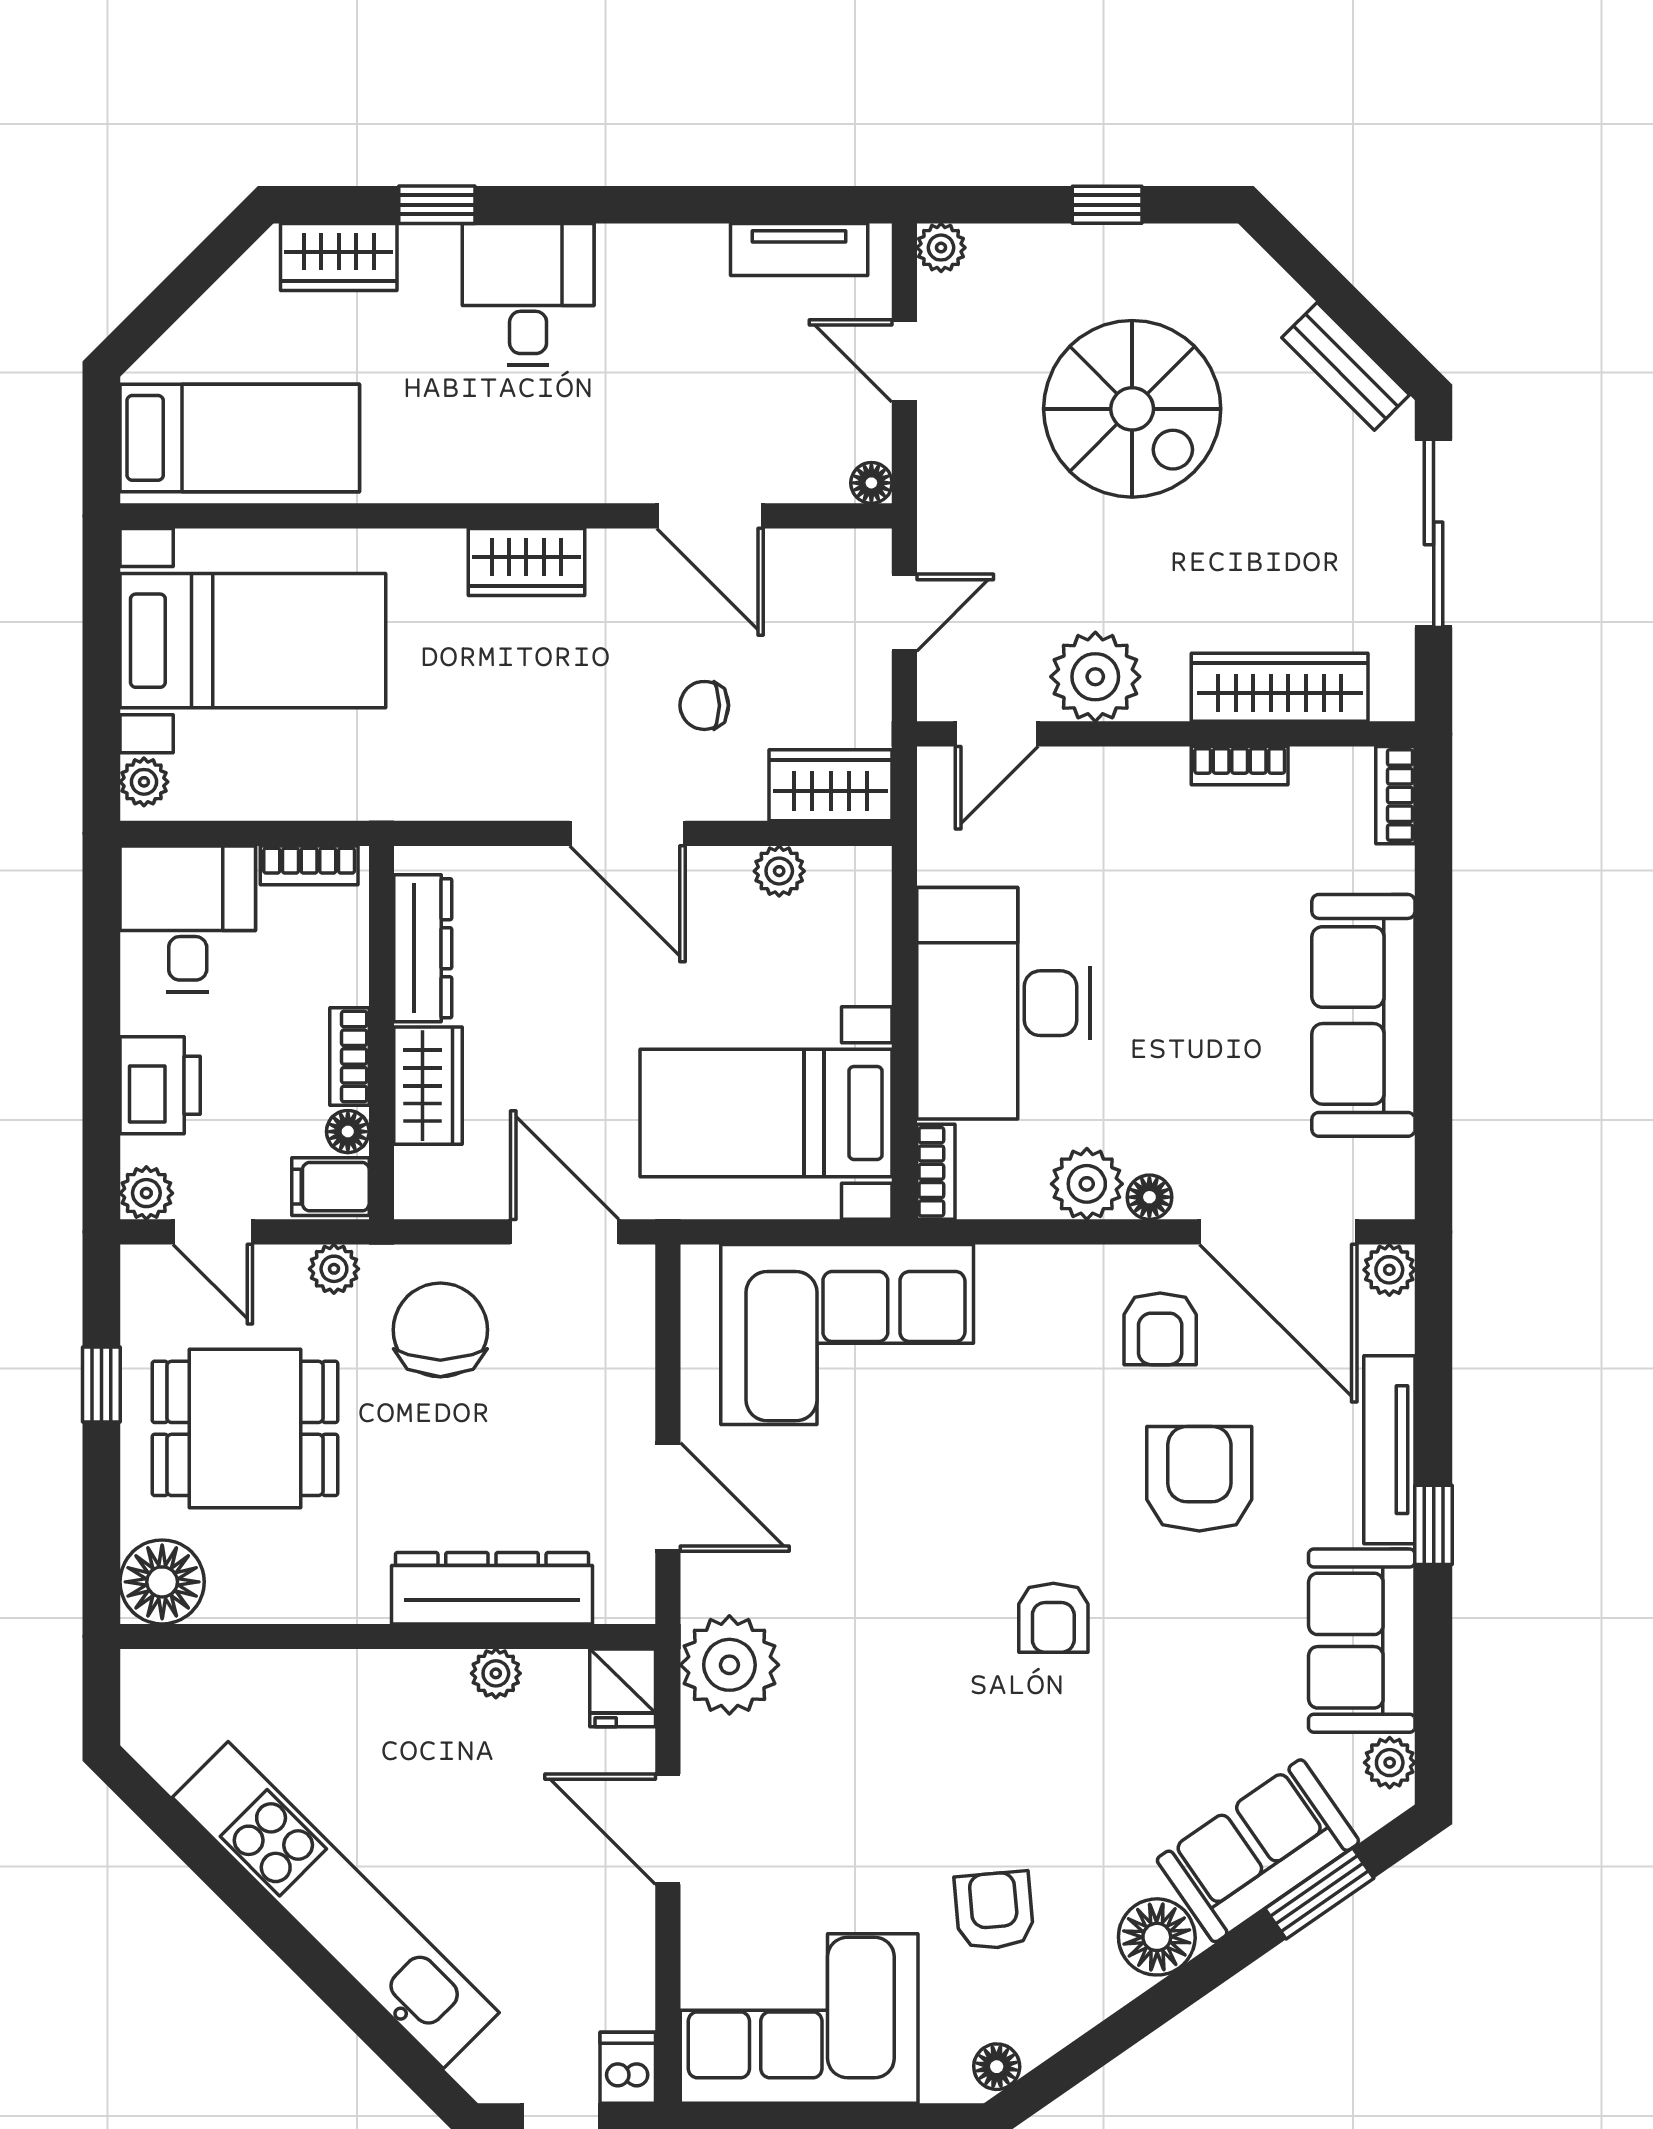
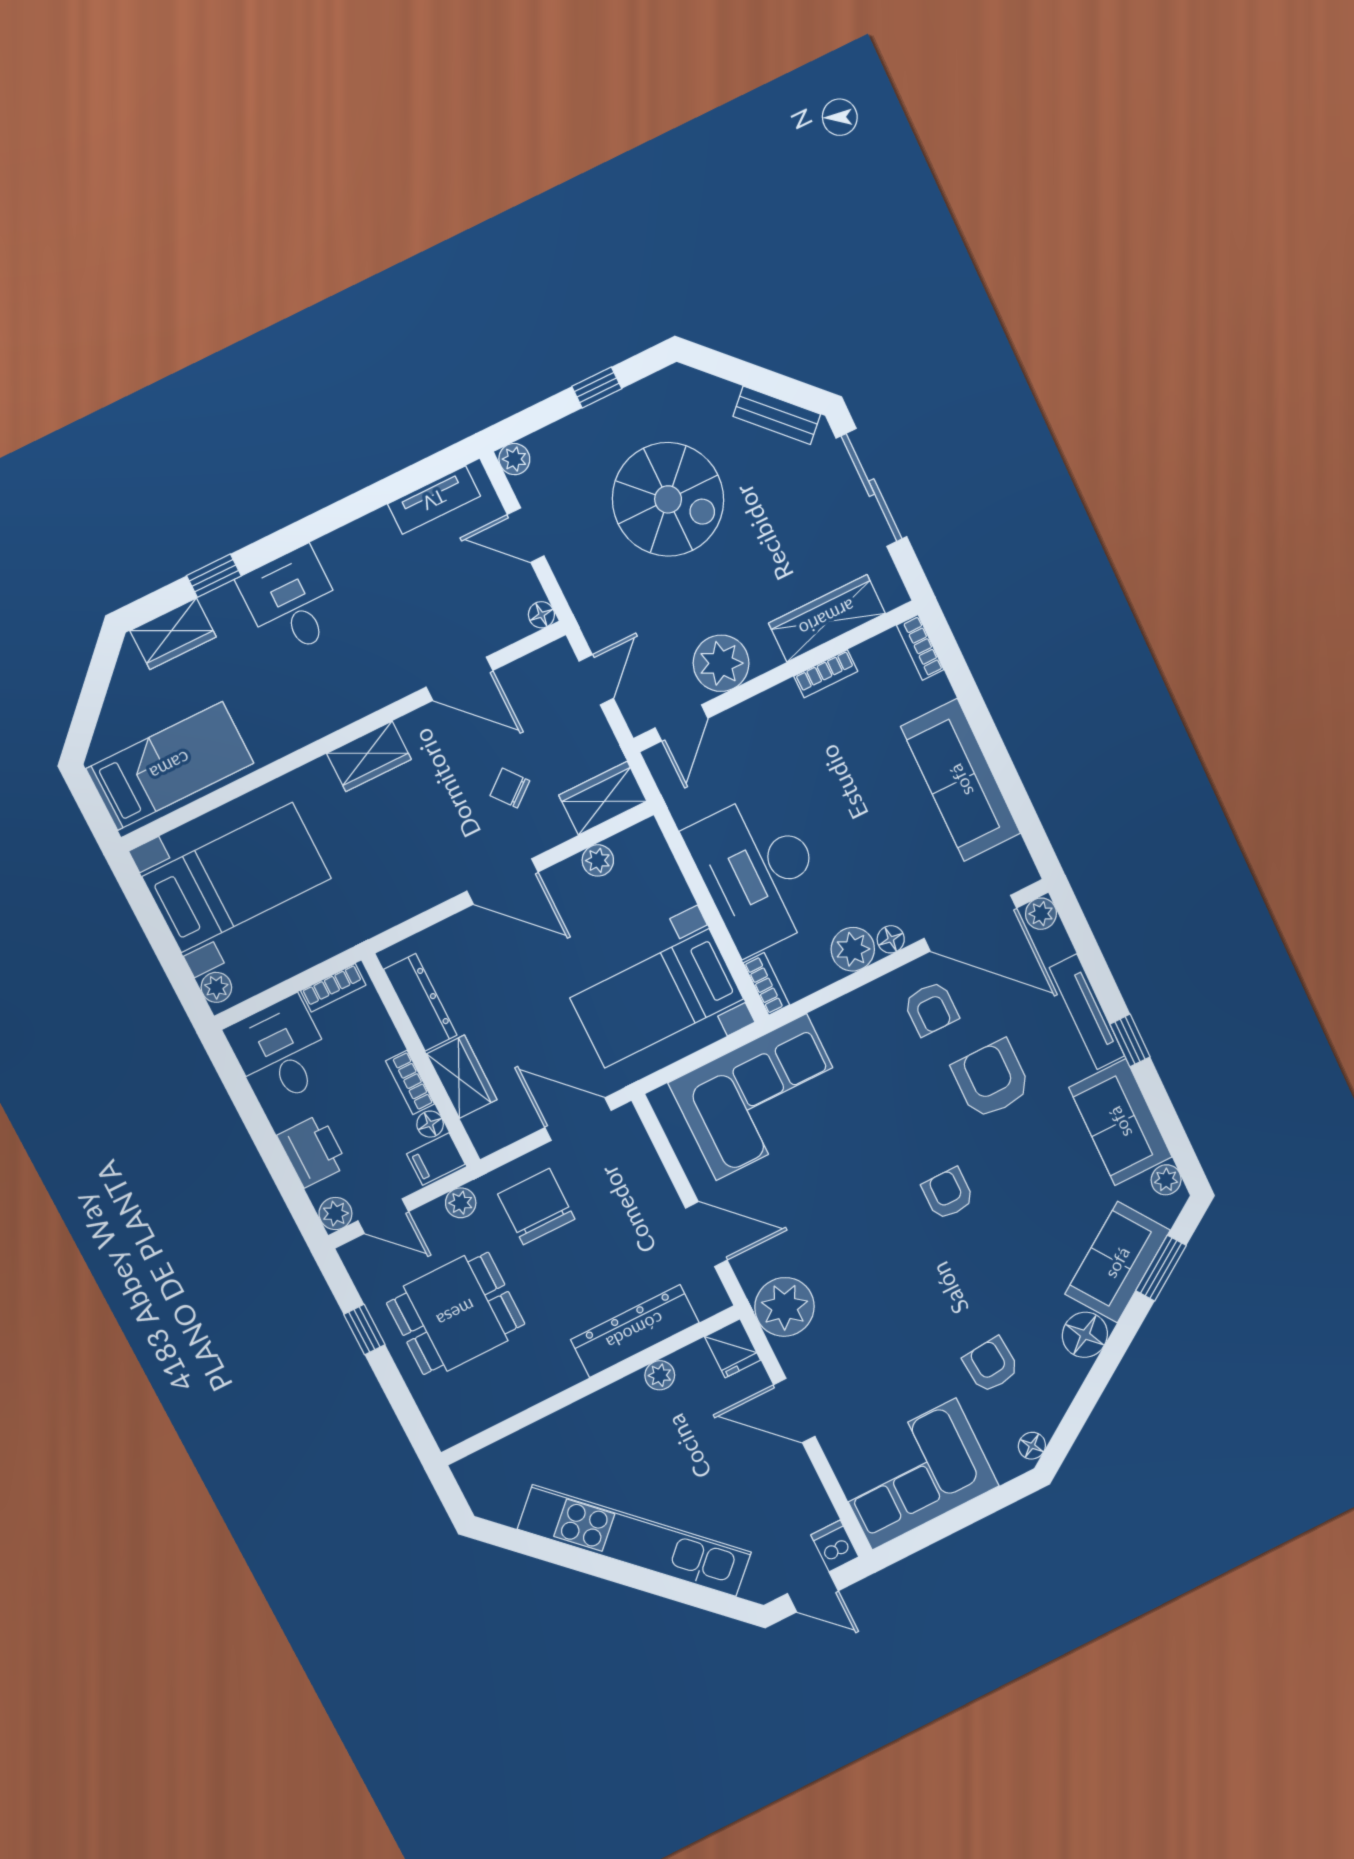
chair: (704, 705) -> (510, 788), turned 51
floor lamp: (162, 1582) -> (453, 1418), removed
armchair: (1053, 1618) -> (948, 1194), turned 180

